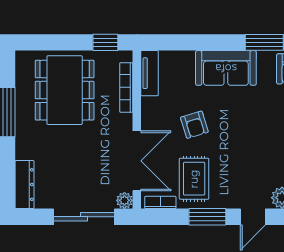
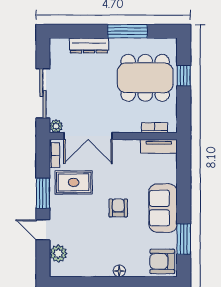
window: (105, 42) -> (184, 76), moved
bookcase: (126, 87) -> (155, 128), width x0.64
armchair: (194, 125) -> (118, 208), moved, turned 107
dresser: (24, 185) -> (89, 45), moved

